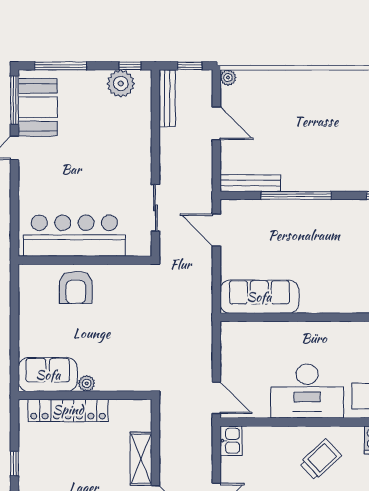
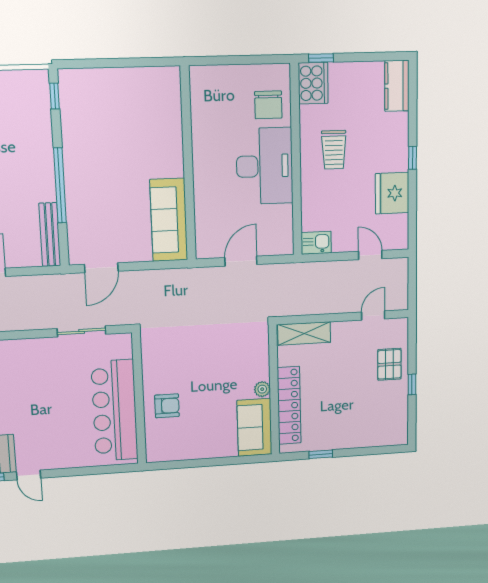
armchair: (76, 287) -> (167, 406), width x0.72, depth x0.72
door: (216, 398) -> (241, 261), moved
shelving: (141, 459) -> (304, 333), moved
trolley: (320, 459) -> (334, 150), turned -137
window: (14, 464) -> (321, 454), moved

